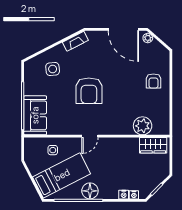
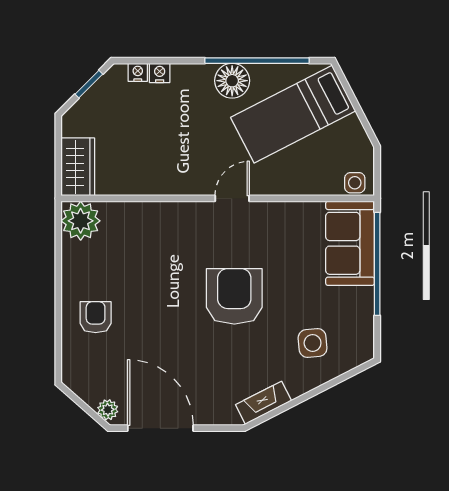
plant: (143, 126) -> (81, 221), moved
wardrobe: (153, 145) -> (78, 167), moved, turned 90
side table: (53, 150) -> (355, 183), moved

